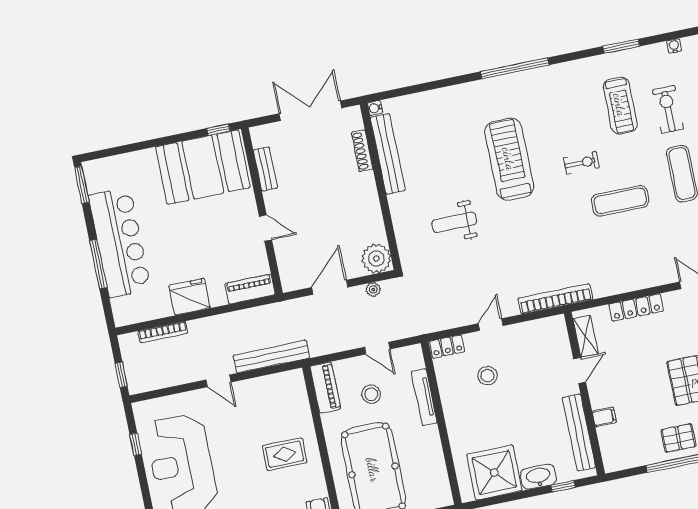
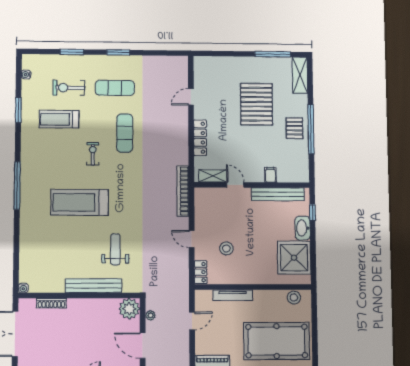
treadmill: (620, 105) -> (59, 119), turned 180
bench: (388, 154) -> (93, 286), moved
weight bench: (454, 222) -> (115, 249), turned 180
stool: (371, 394) -> (294, 298), moved

